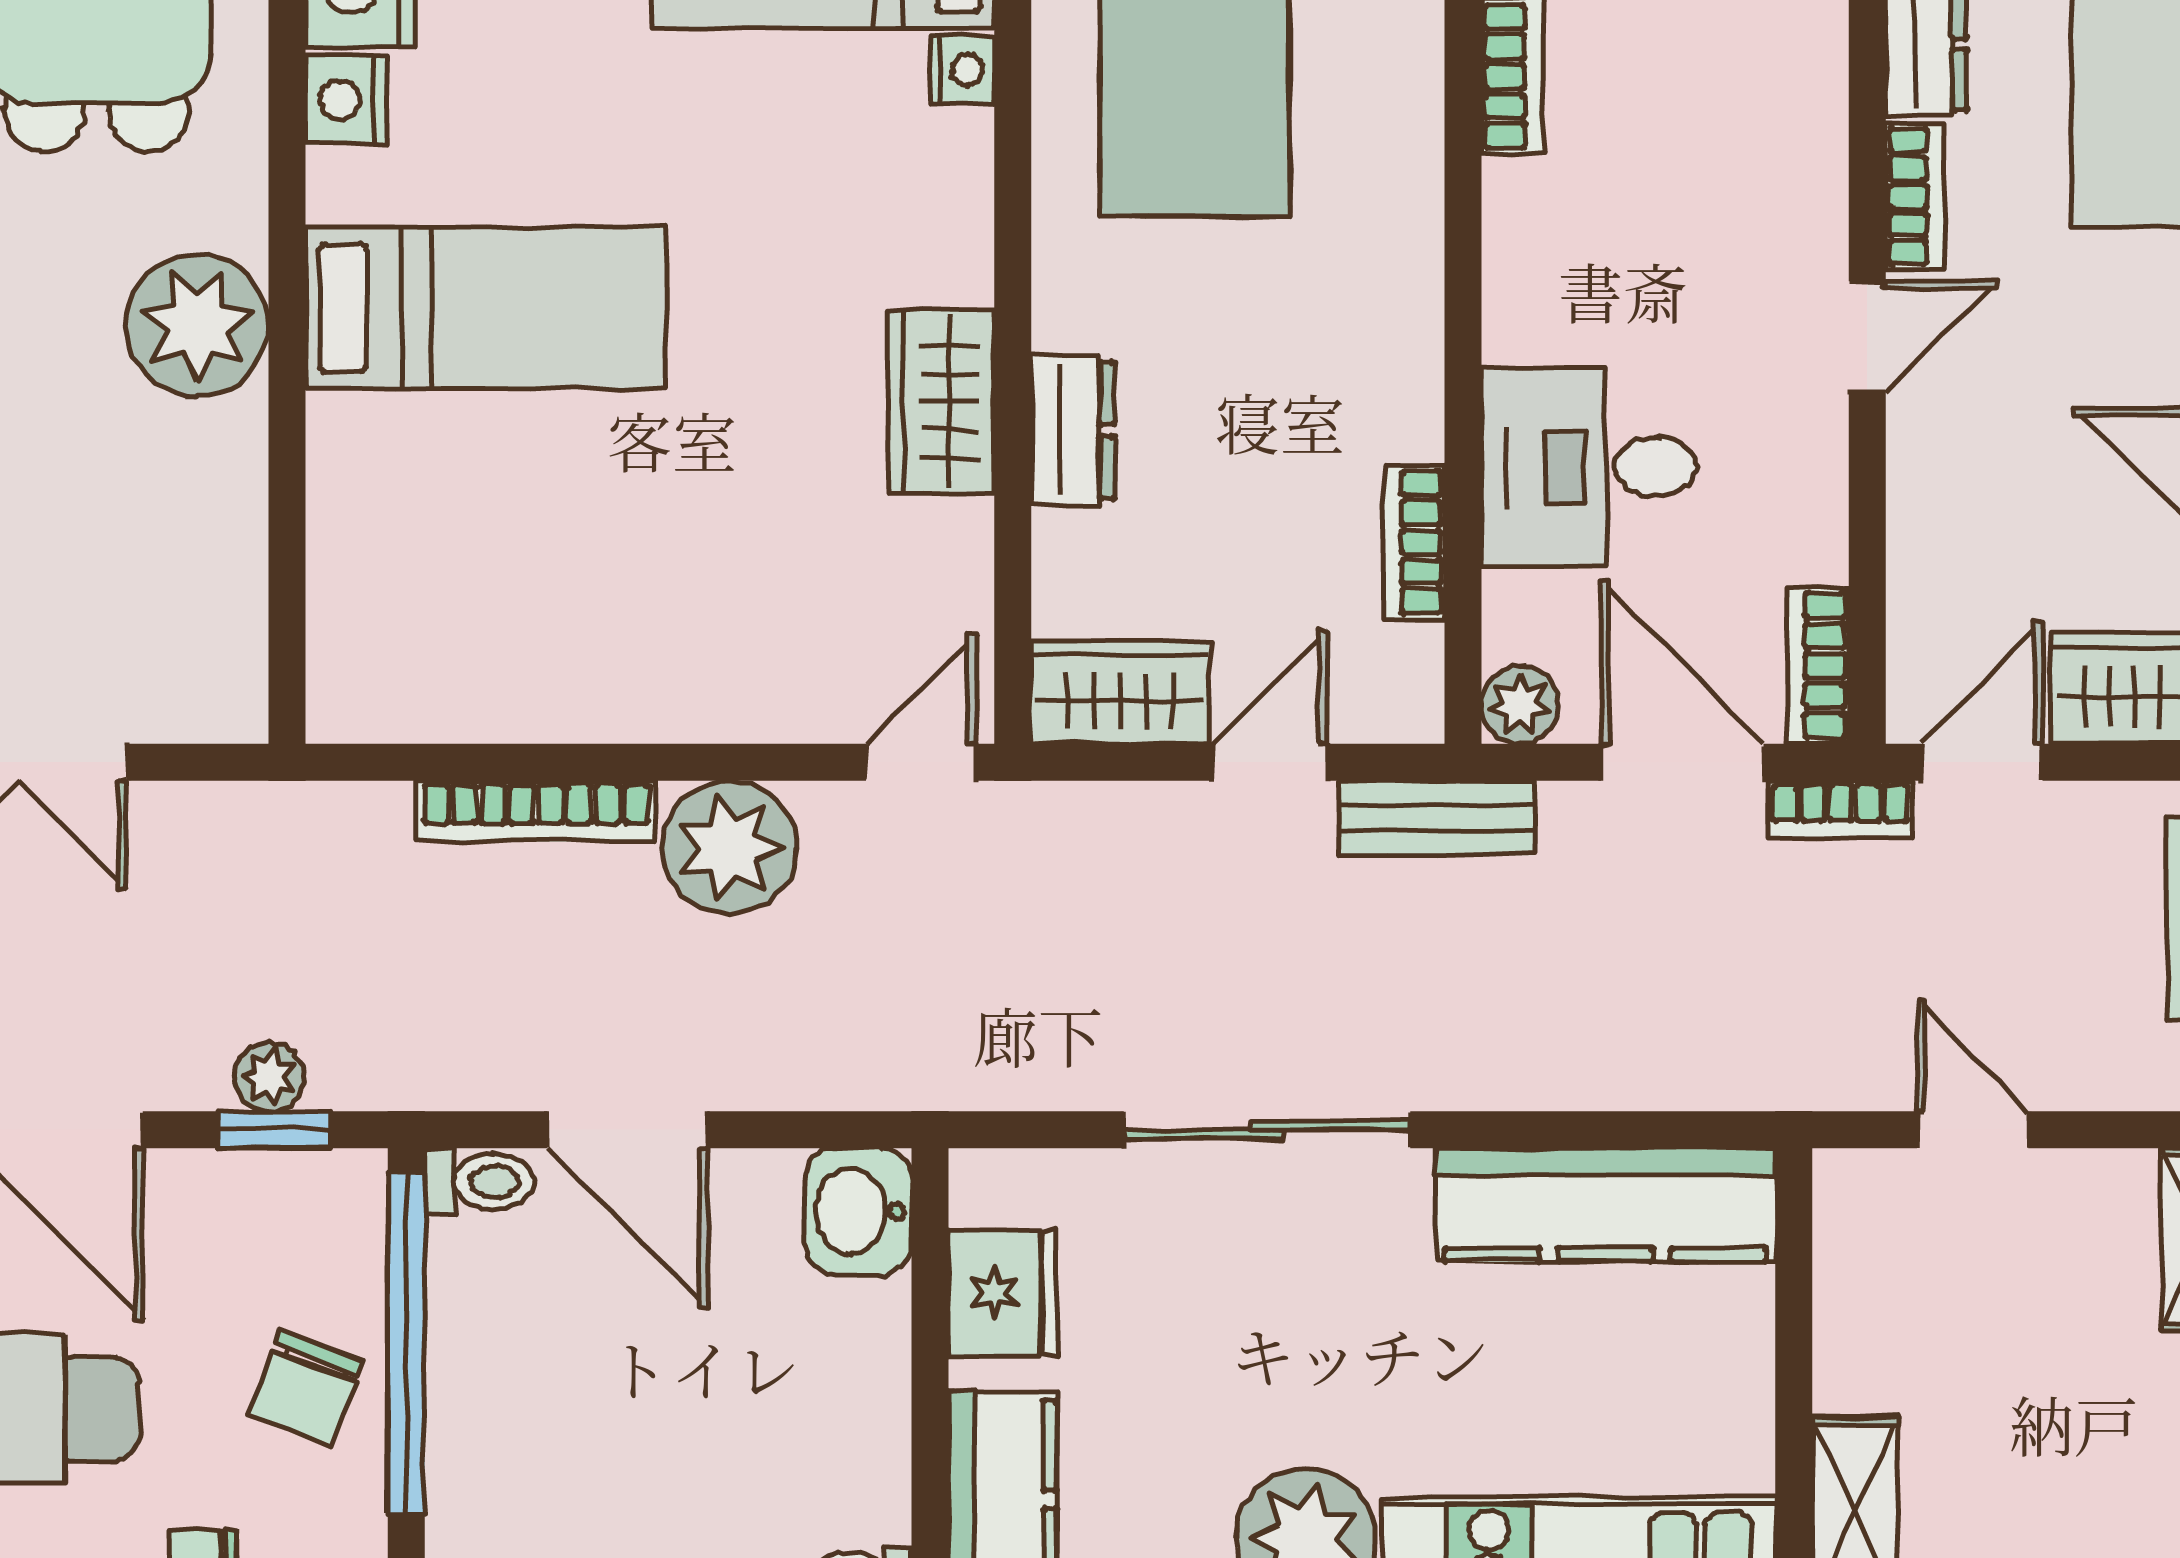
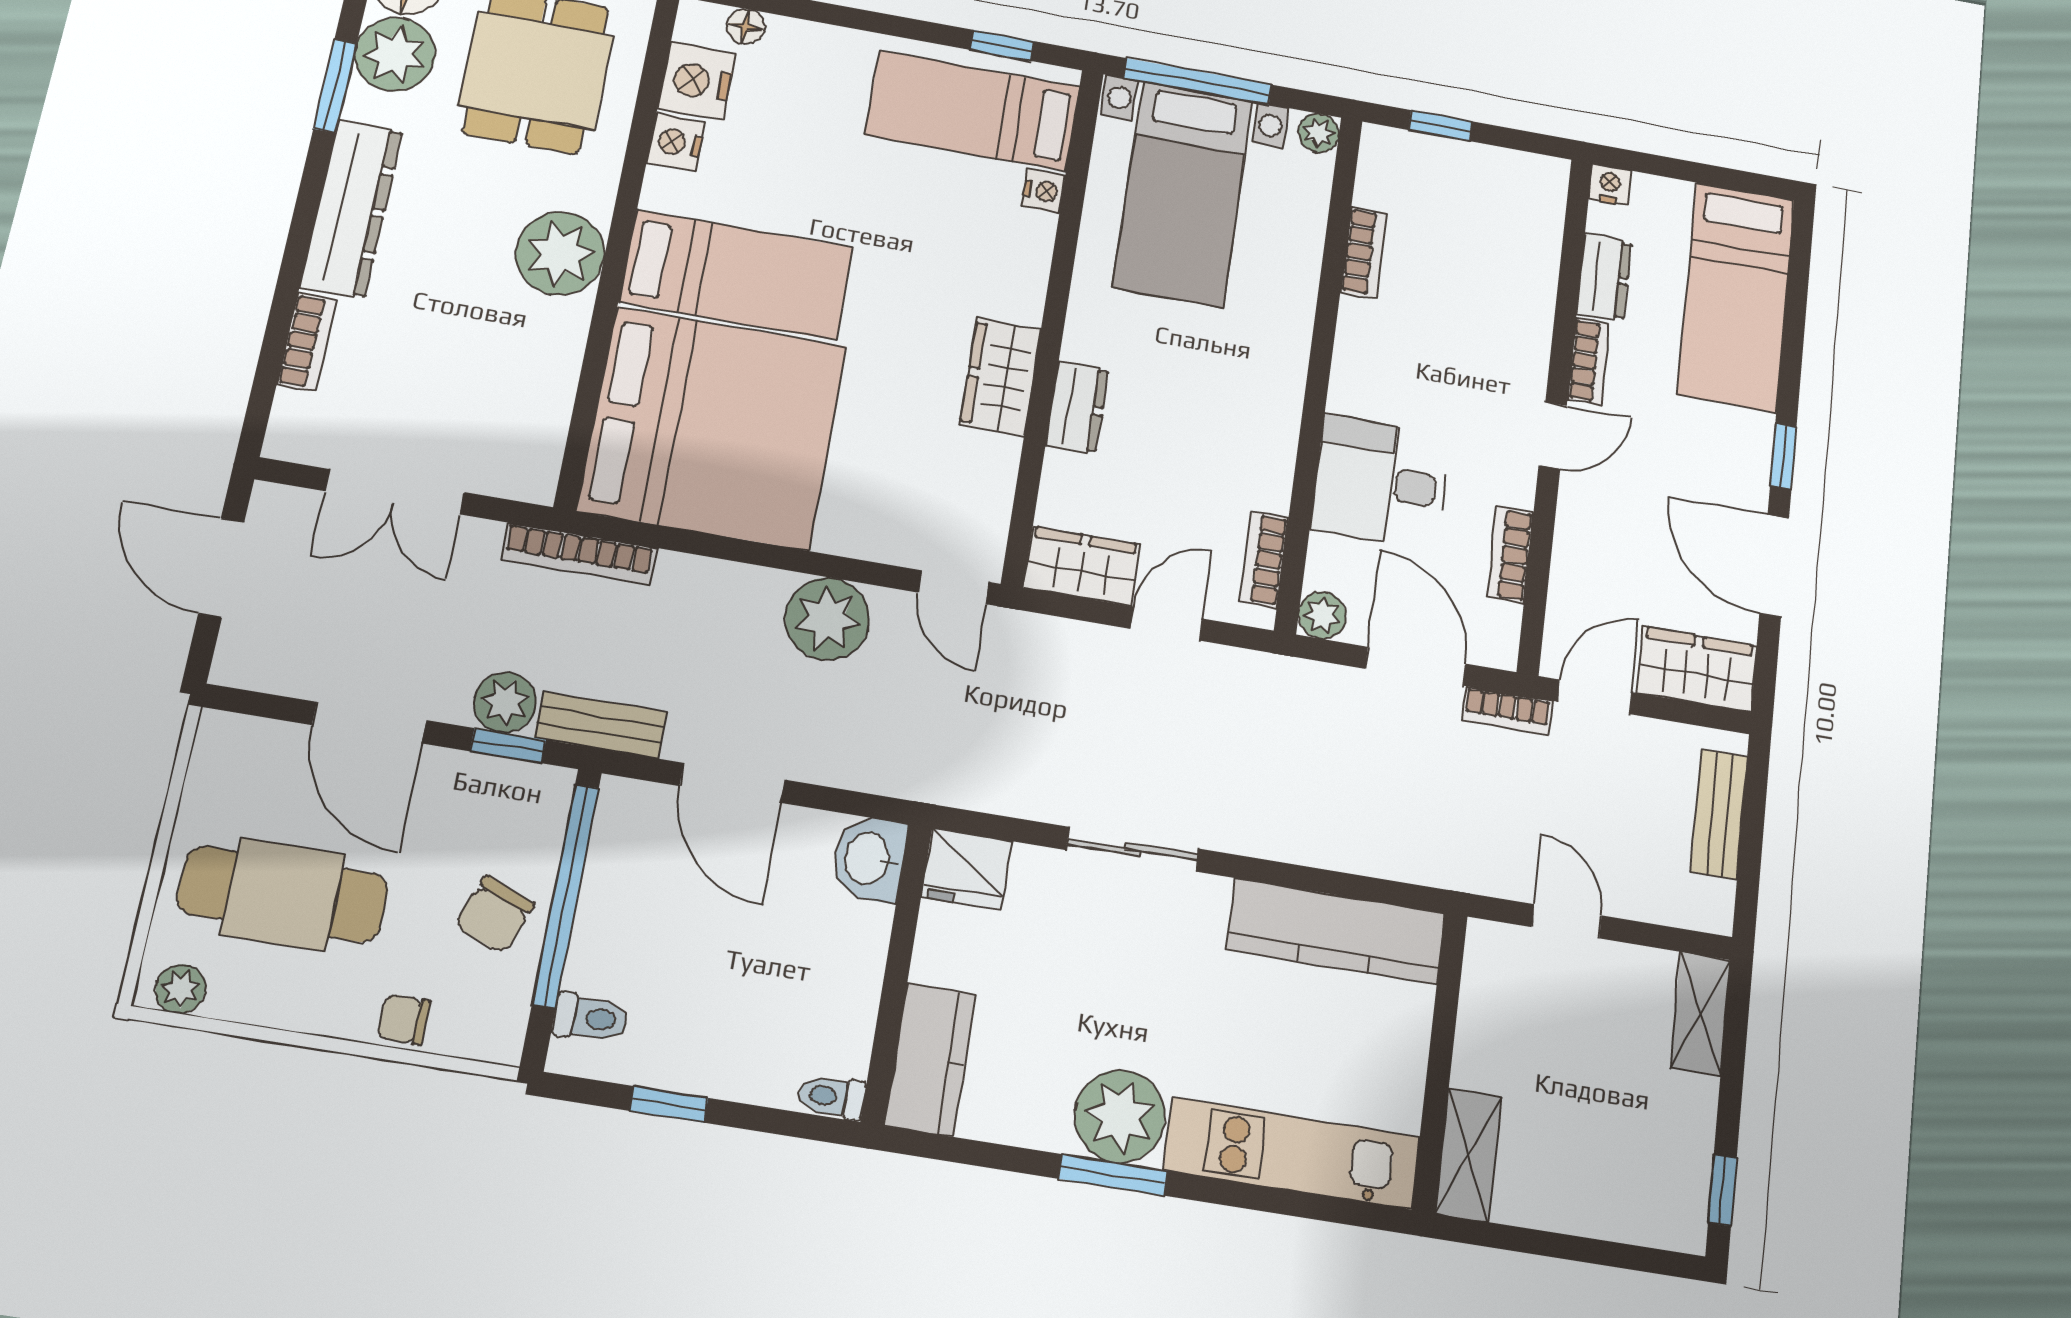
bookcase: (1414, 542) -> (1264, 559), moved
bed: (494, 570) -> (713, 428), added
bookcase: (1818, 666) -> (1510, 554), moved
door: (921, 762) -> (954, 587), swing flipped
bookcase: (536, 811) -> (579, 554), moved
bench: (1436, 818) -> (601, 725), moved
plant: (269, 1077) -> (505, 702), width x1.38, depth x1.38
sliding door: (1267, 1130) -> (1133, 849), width x0.73
toilet: (479, 1182) -> (591, 1018), moved
fridge: (1003, 1293) -> (966, 869), moved, turned 90

